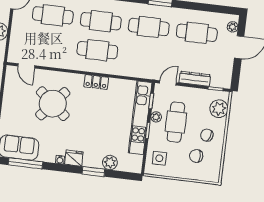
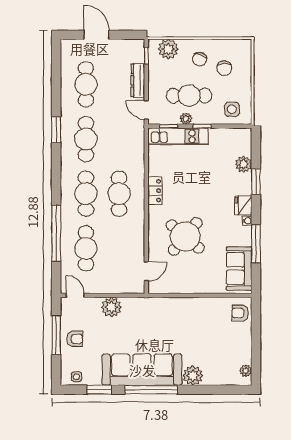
plant: (233, 27) -> (74, 45), removed
kitchen unit: (140, 118) -> (178, 136), width x0.73
window: (25, 163) -> (256, 244), moved

